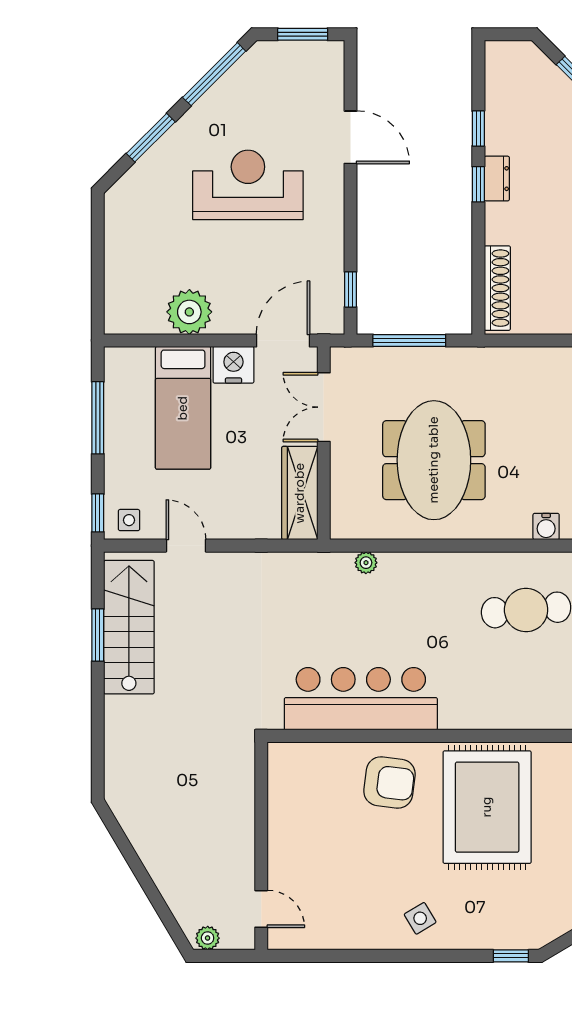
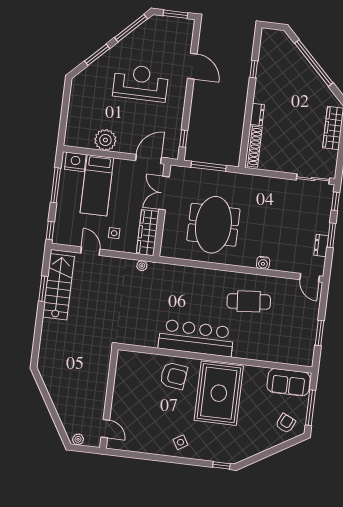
dresser: (497, 179) -> (257, 114), moved
window: (478, 184) -> (251, 96), removed
nightstand: (233, 365) -> (75, 162), moved
side table: (129, 520) -> (114, 233), moved
plant: (366, 563) -> (142, 266), moved
bar counter: (361, 699) -> (196, 338), moved

